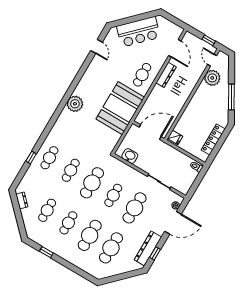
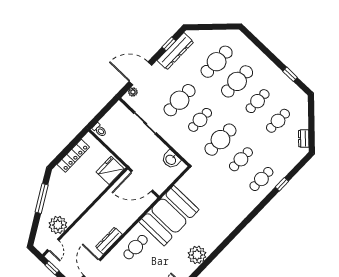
plant: (75, 104) -> (197, 255), moved
fridge: (175, 137) -> (110, 170), width x1.88, depth x1.34

